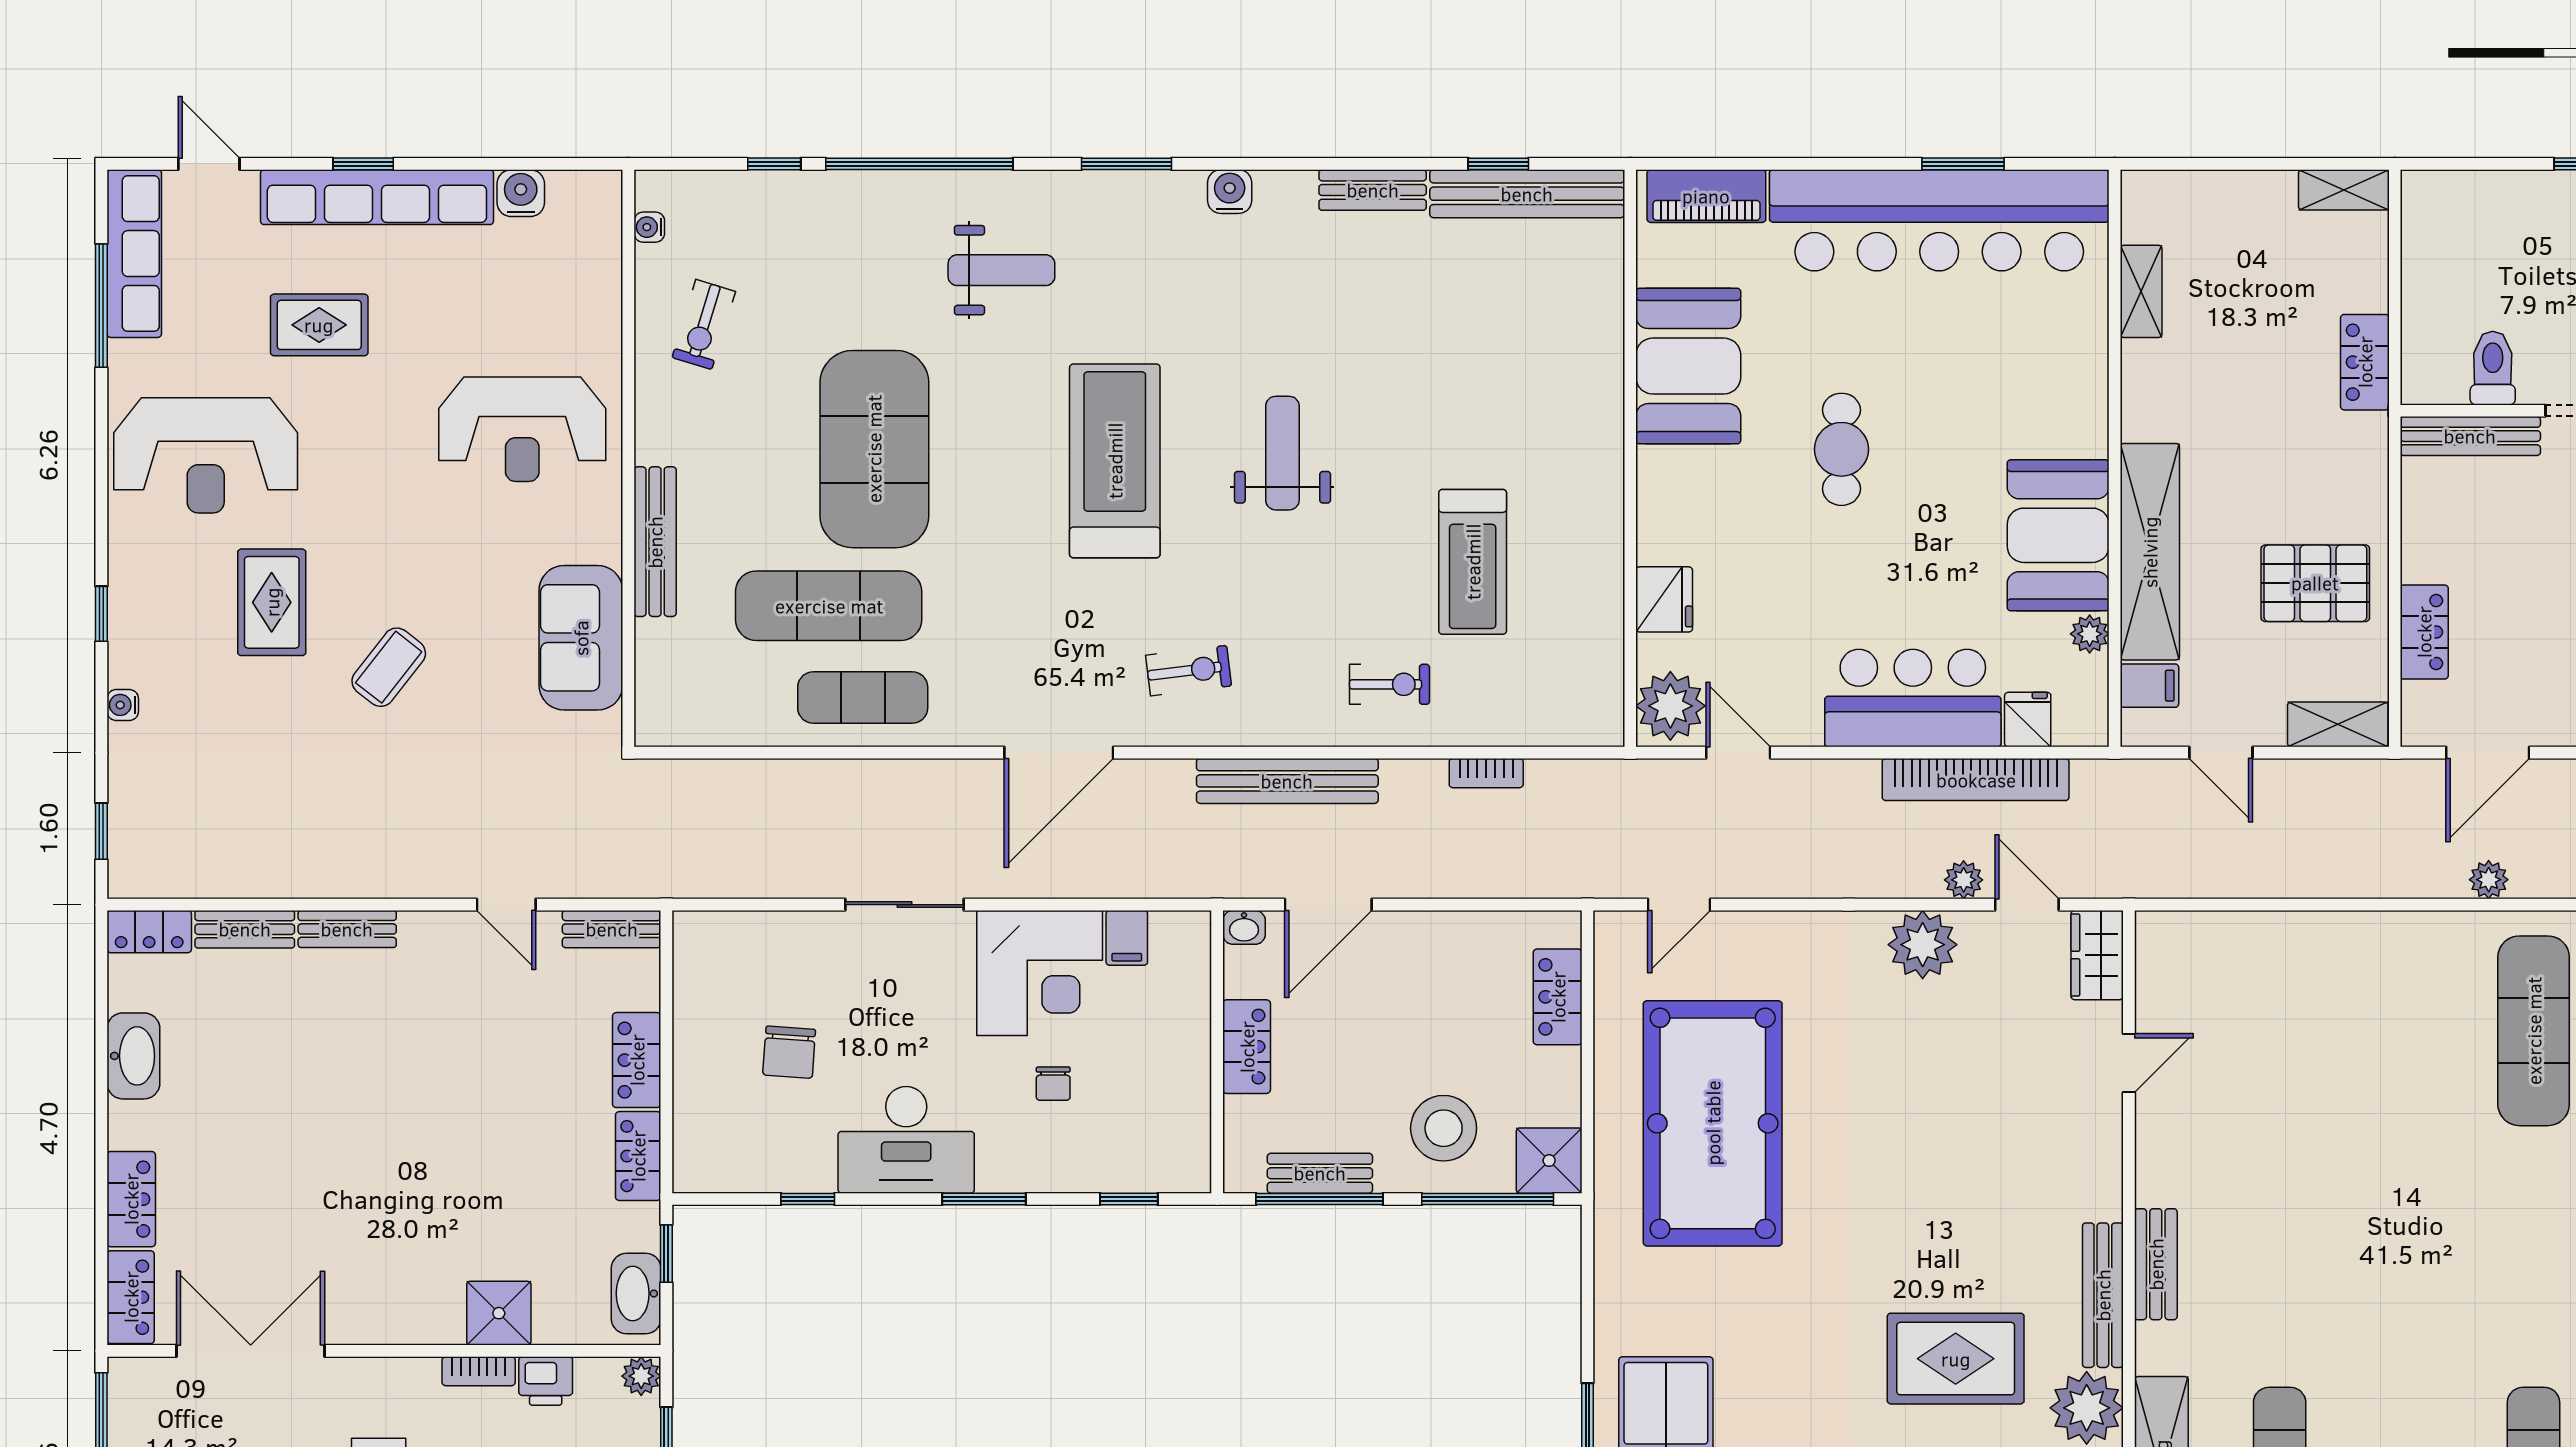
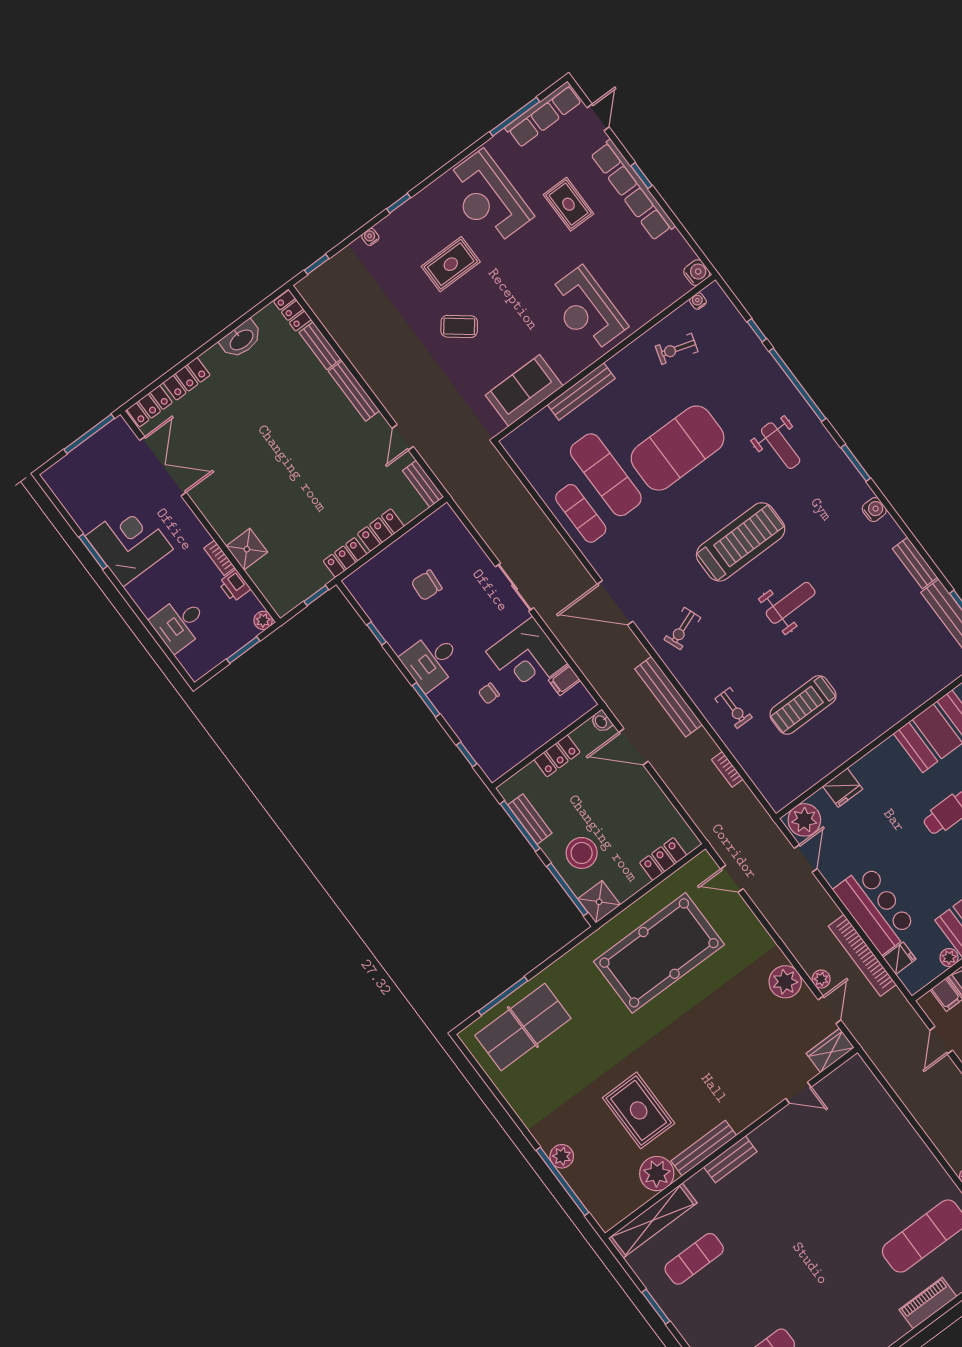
water cooler: (521, 193) -> (697, 273), moved
exercise bike: (1189, 671) -> (682, 629), turned 76
bench: (347, 929) -> (354, 391), width x1.36
desk: (906, 1140) -> (432, 661), width x0.73
washbasin: (636, 1293) -> (293, 595), removed

